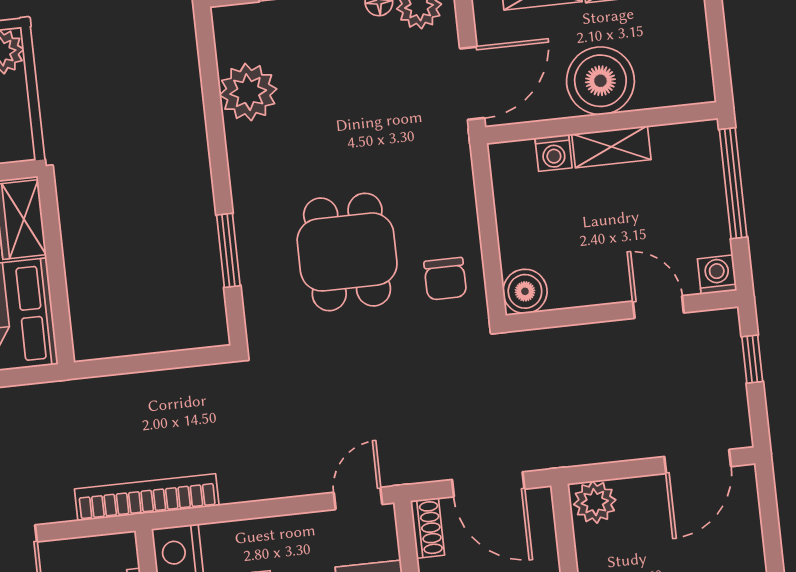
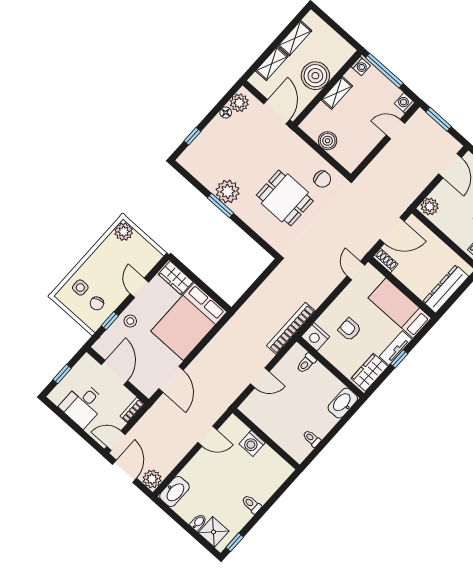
plant: (248, 92) -> (228, 192), moved
washing machine: (554, 153) -> (361, 66), moved
window: (228, 250) -> (221, 206), moved
boiler: (525, 291) -> (328, 141), moved
window: (752, 359) -> (439, 119), width x1.50

